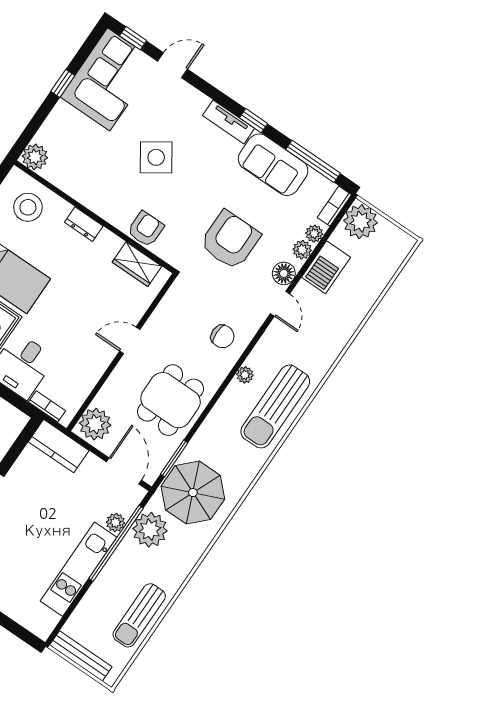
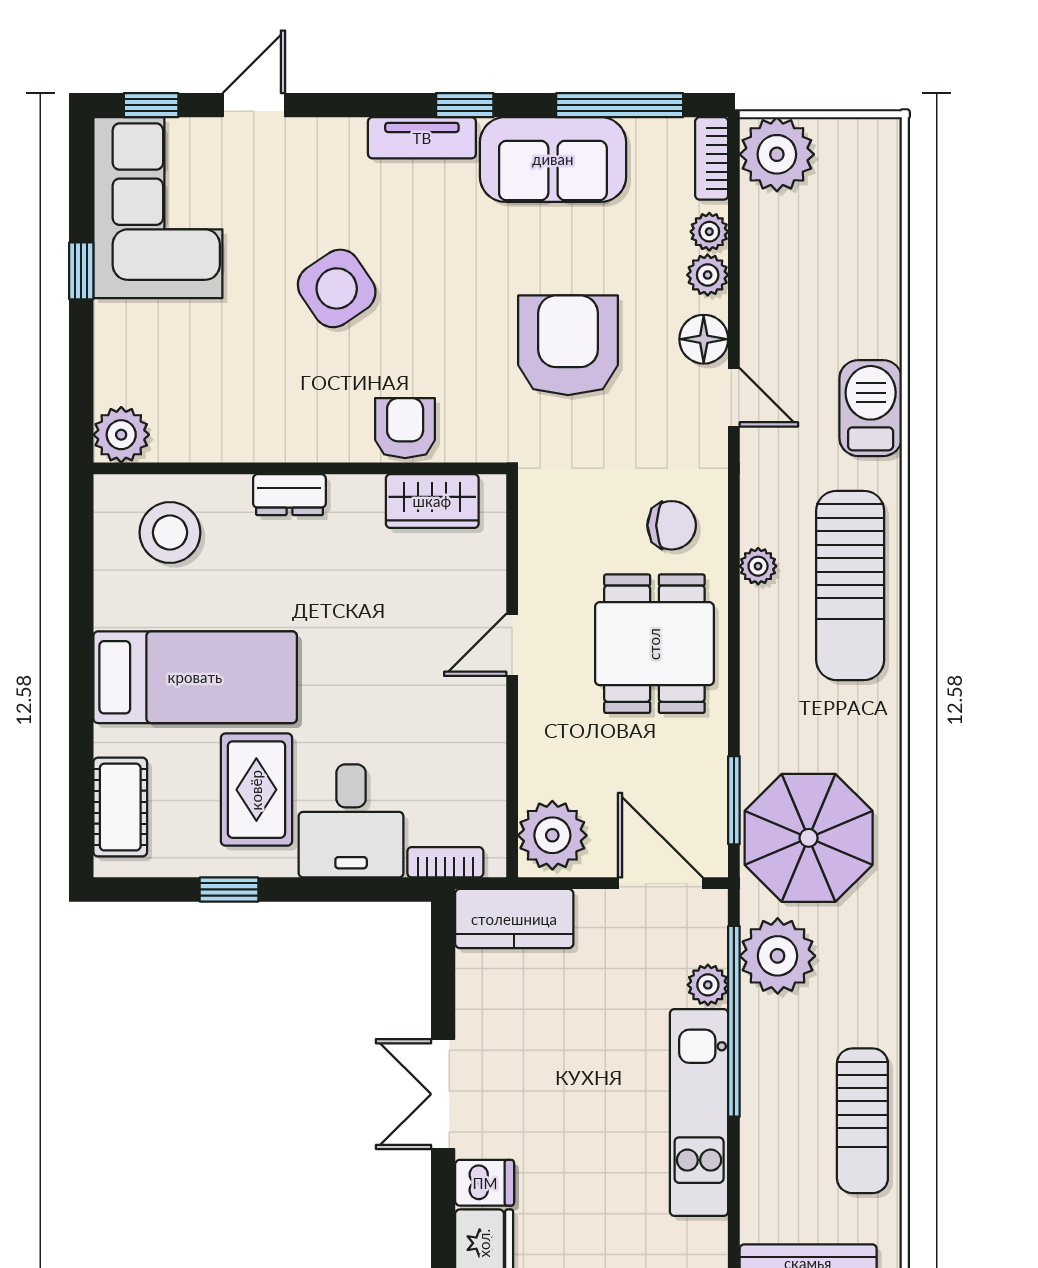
barbecue: (326, 267) -> (871, 408), moved, turned 180
dining table: (171, 400) -> (654, 644), moved

